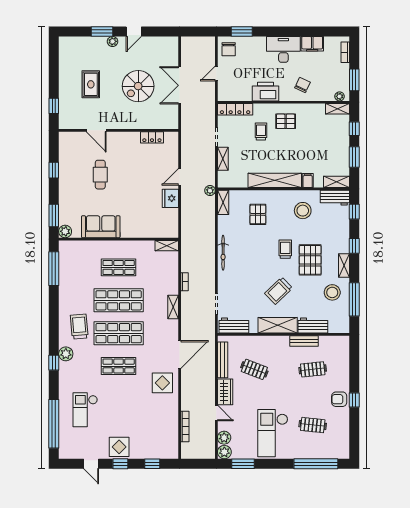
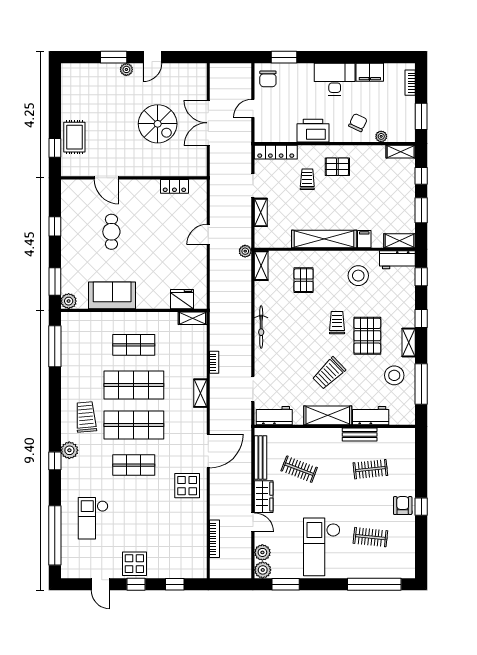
rug: (91, 84) -> (74, 137), moved
spiral stairs: (138, 86) -> (158, 124), turned -90
plant: (340, 96) -> (381, 136), moved
fridge: (170, 198) -> (182, 299), moved, turned 90
armchair: (339, 399) -> (403, 506), turned 90

